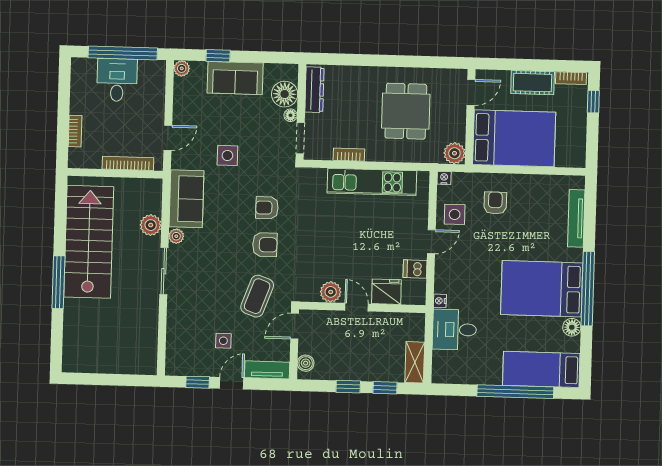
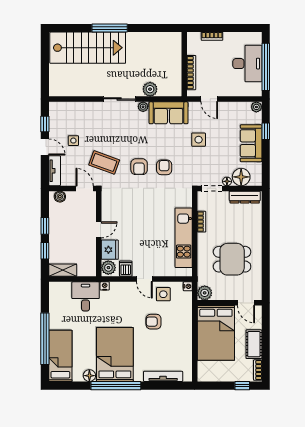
desk: (117, 80) -> (247, 64), width x1.37
armchair: (495, 203) -> (154, 322), moved, turned 180
stairs: (89, 242) -> (88, 48), moved
plant: (331, 292) -> (108, 268), moved

